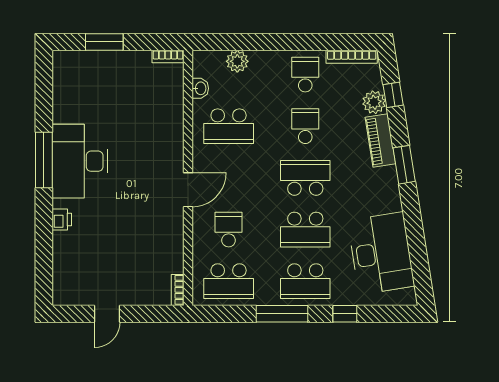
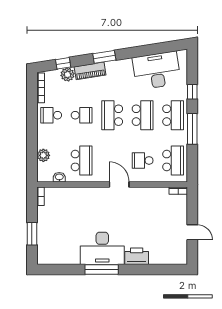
school desk: (305, 126) -> (82, 115), turned 180
printer: (62, 219) -> (137, 256), width x1.87, depth x1.48

